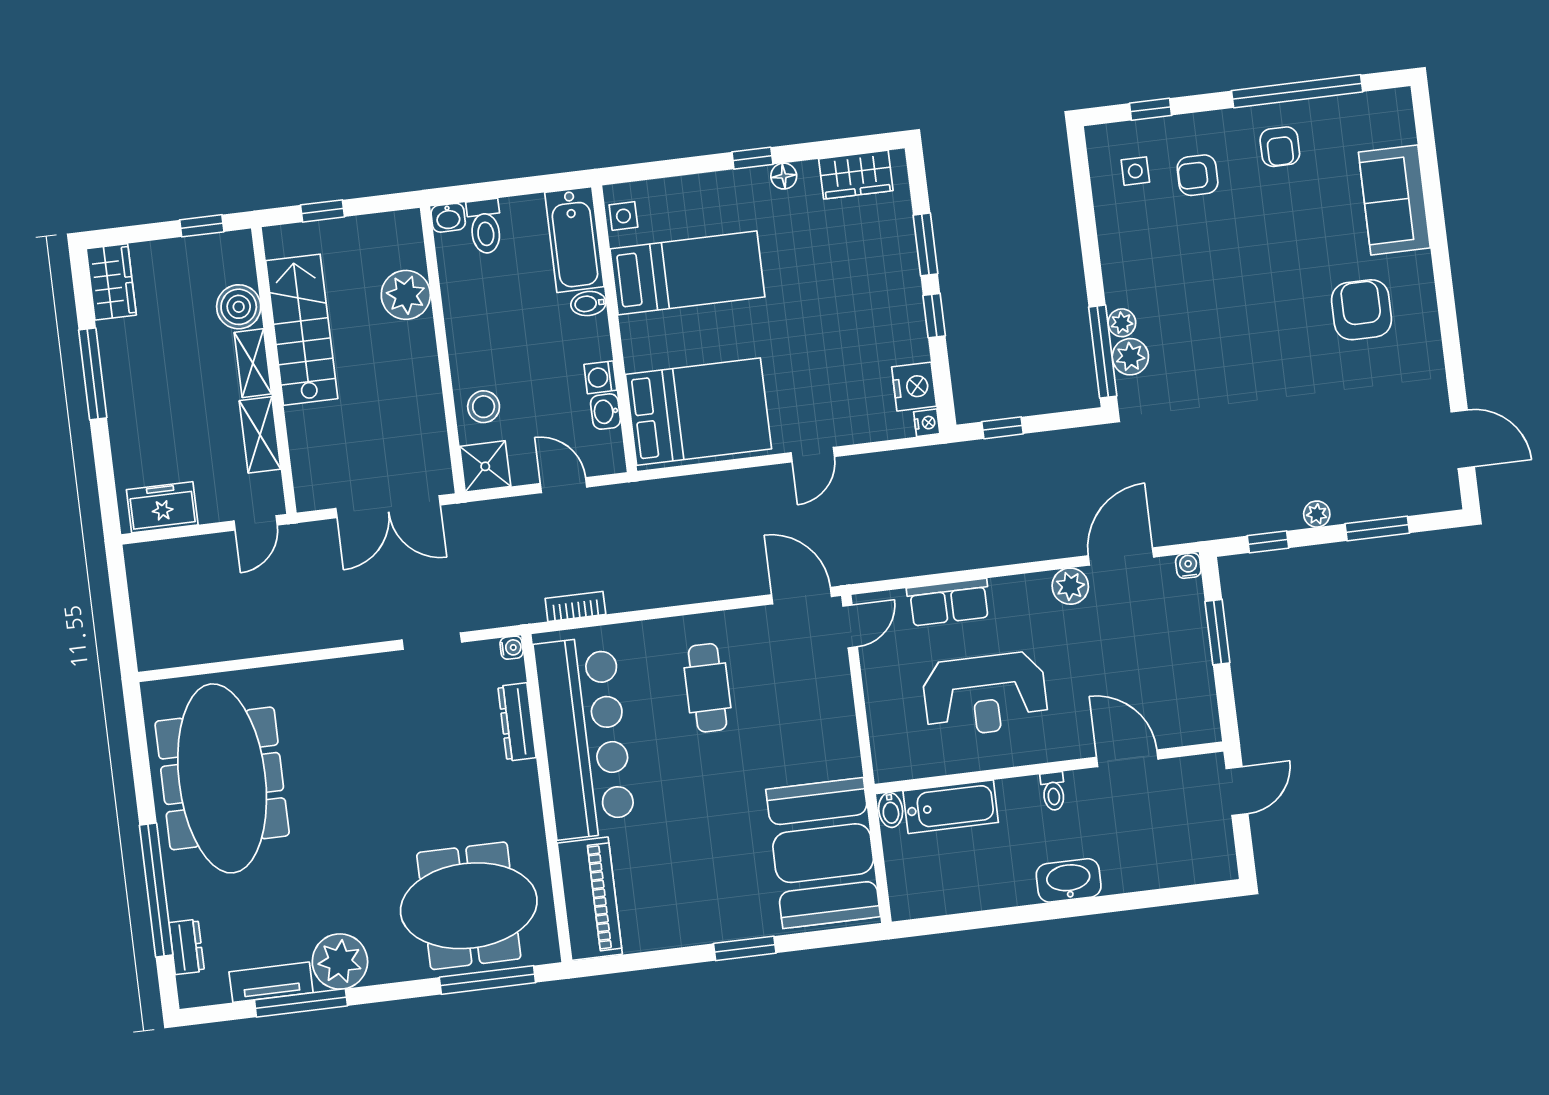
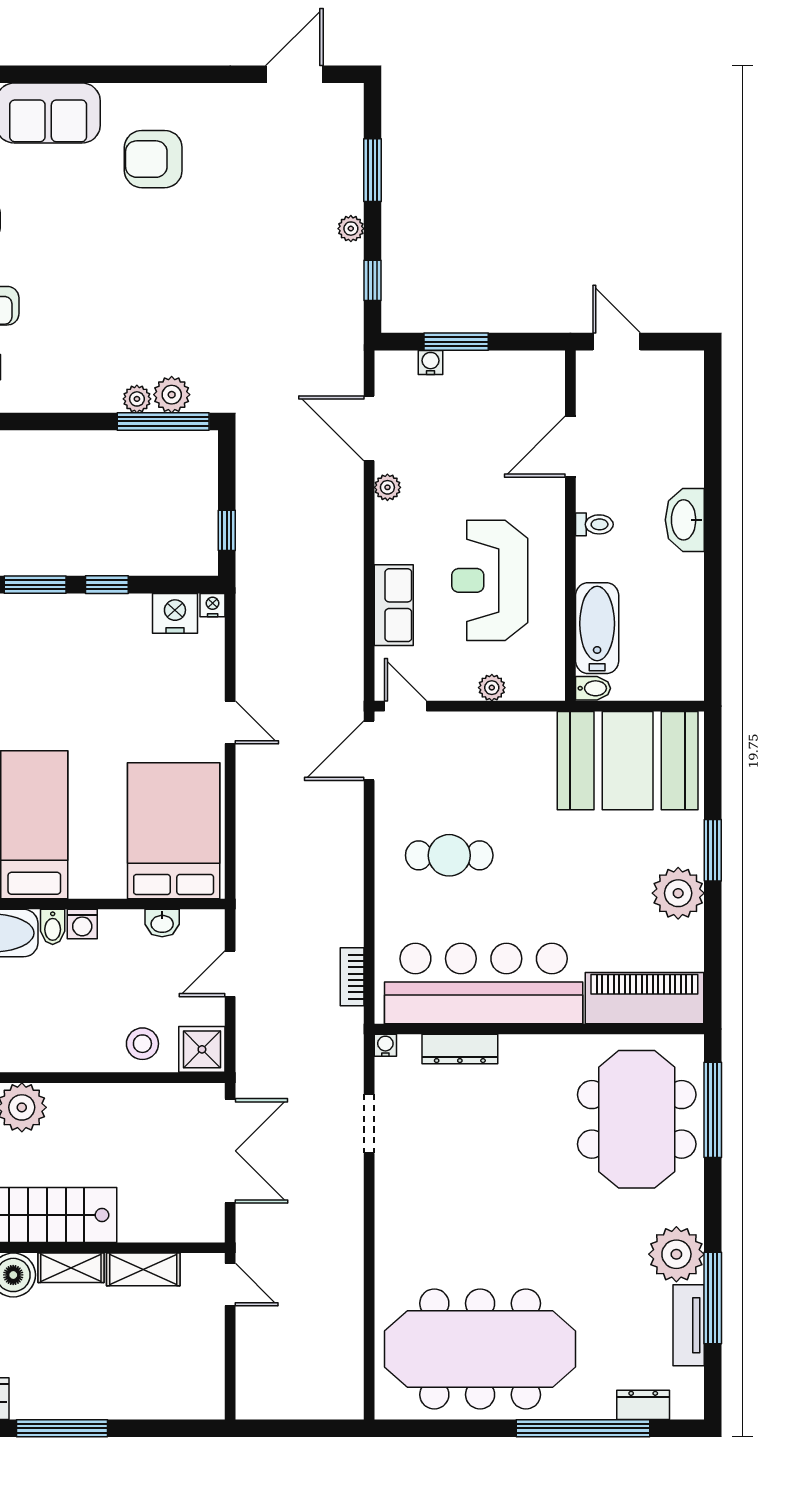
washing machine: (600, 377) -> (82, 924), moved
freezer: (162, 507) -> (203, 1375), removed
water cooler: (1188, 566) -> (431, 362), moved, turned 90
plant: (1070, 586) -> (387, 487), width x0.73, depth x0.73
reception desk: (985, 694) -> (490, 580), turned 180
plant: (879, 710) -> (492, 688), added
plant: (698, 919) -> (678, 893), added

